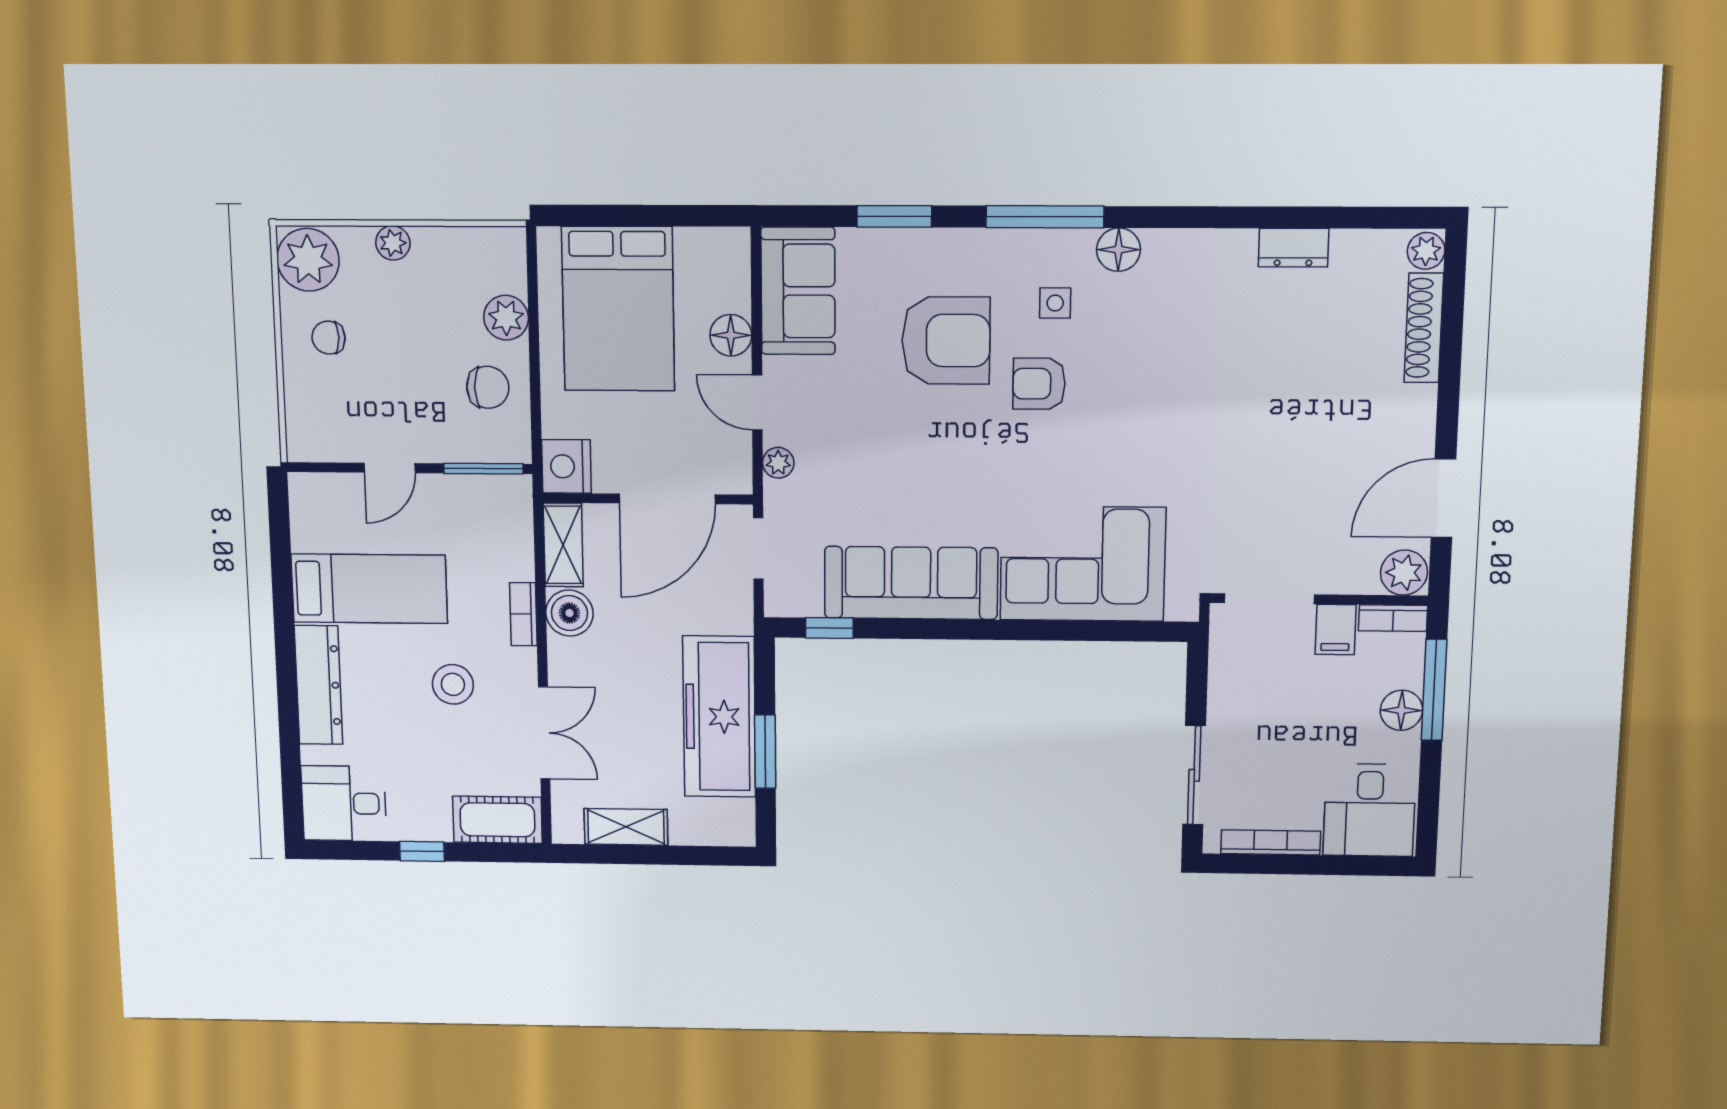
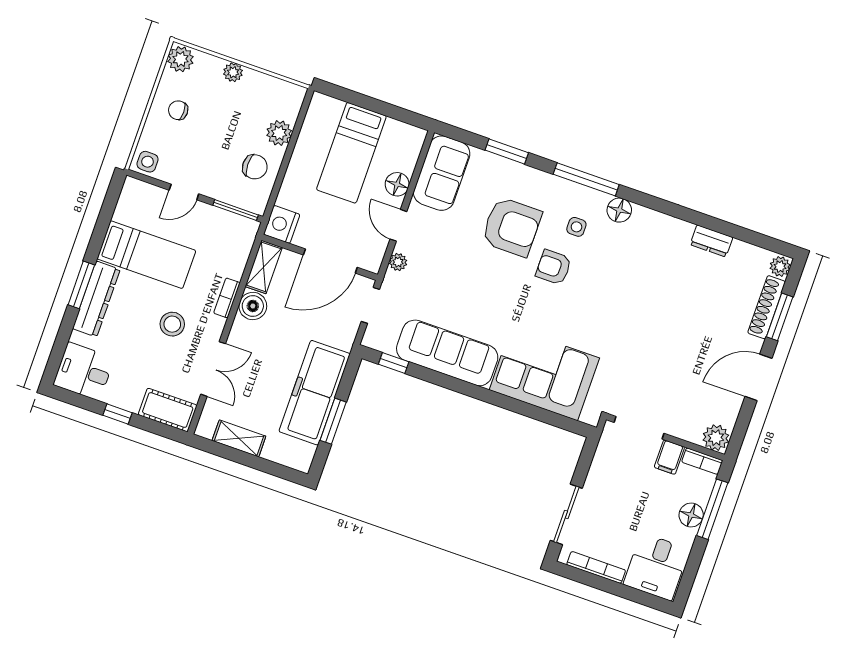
plant: (308, 260) -> (181, 59), width x0.73, depth x0.73
bed: (618, 309) -> (351, 153), width x0.67
window: (1451, 337) -> (780, 317), added
side table: (312, 439) -> (148, 162), added
door: (1443, 498) -> (758, 377), moved
window: (286, 671) -> (81, 285), added

